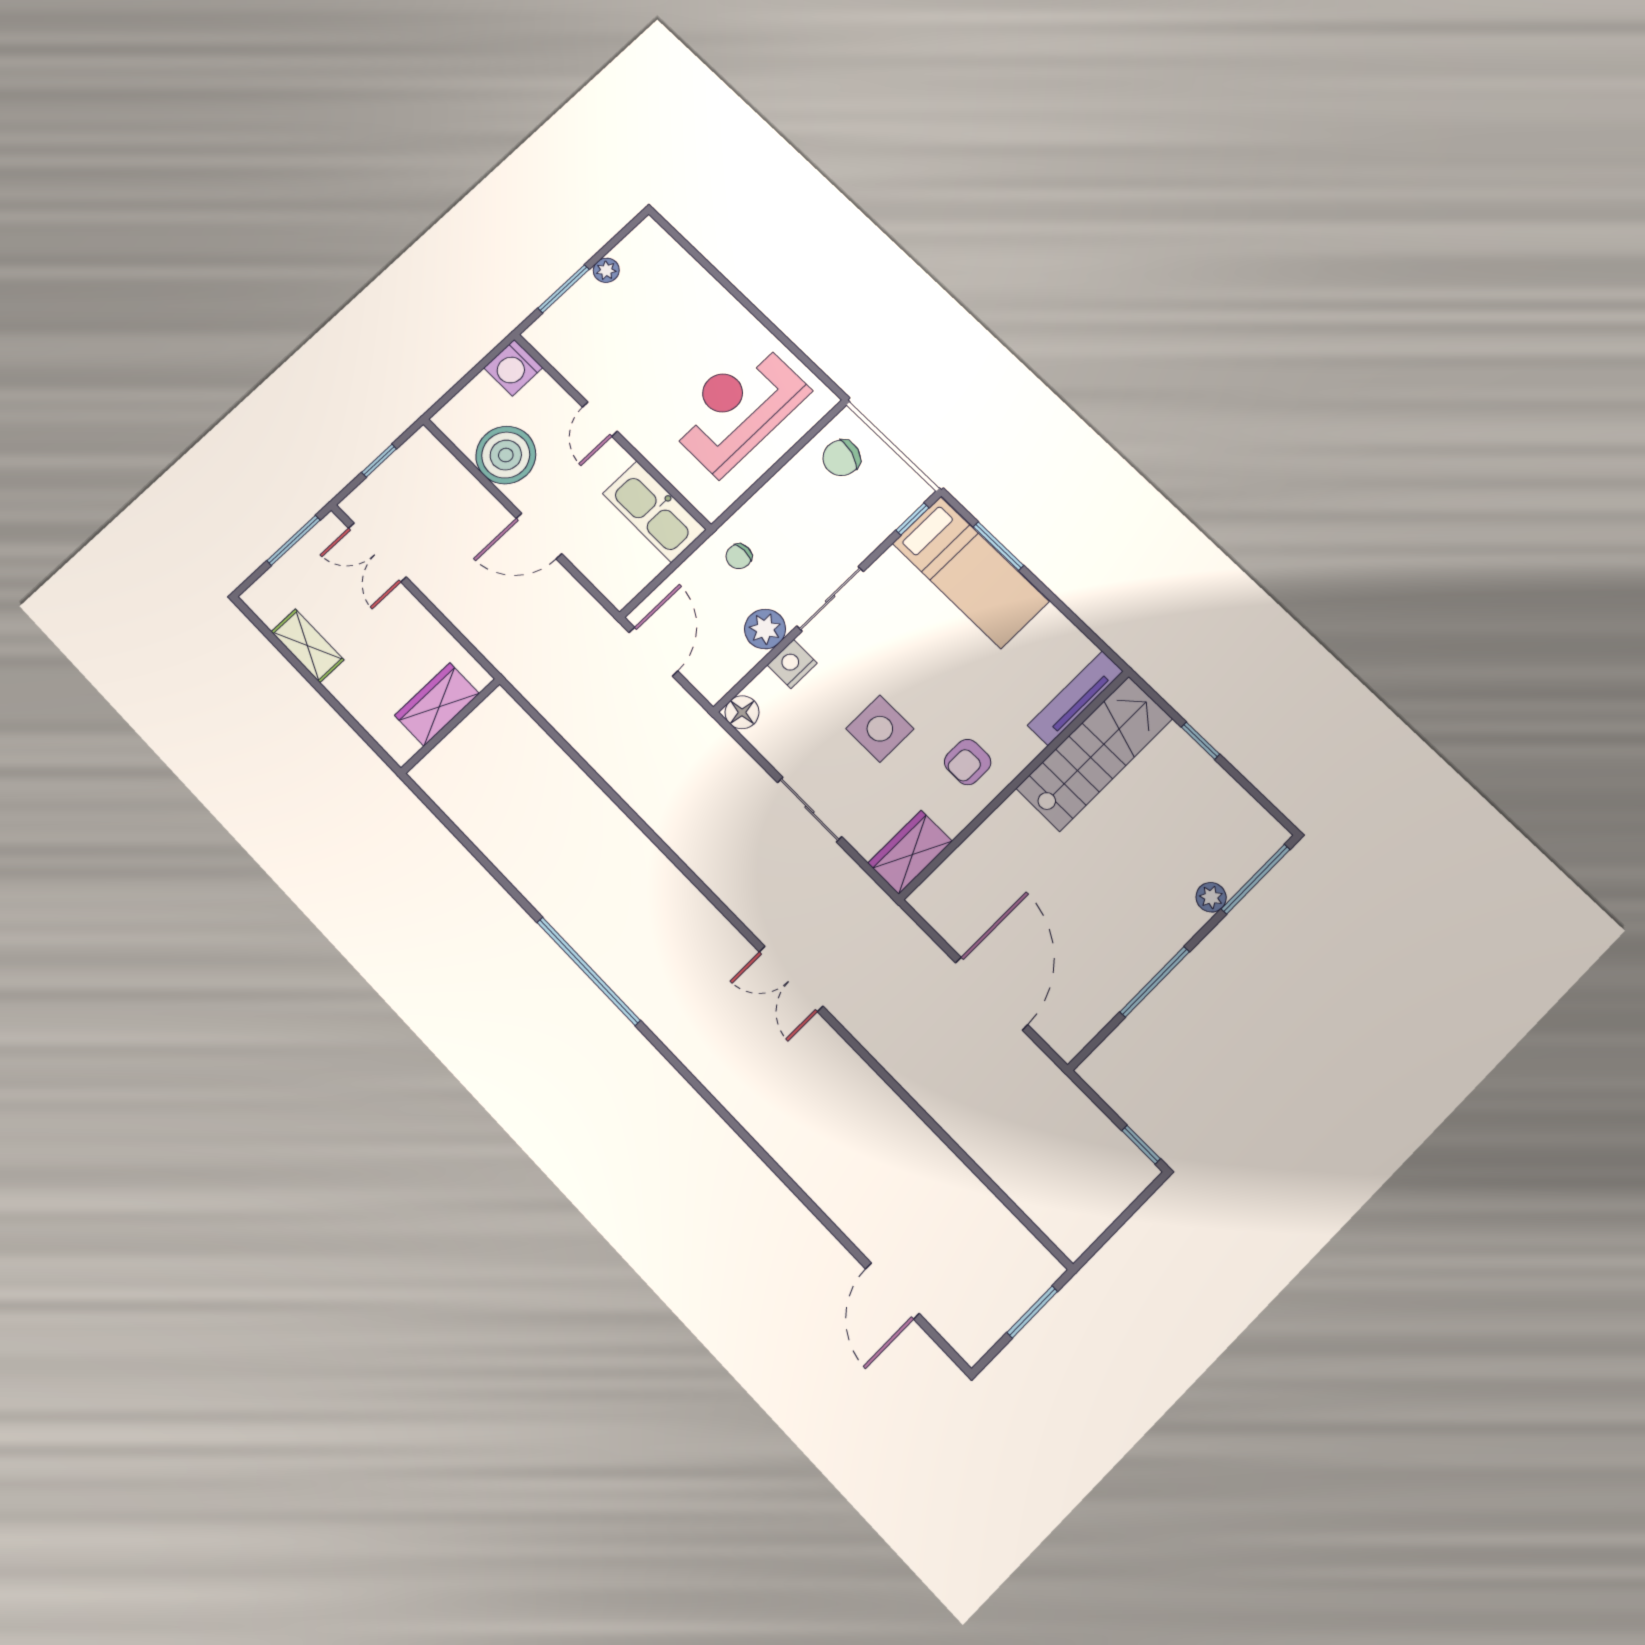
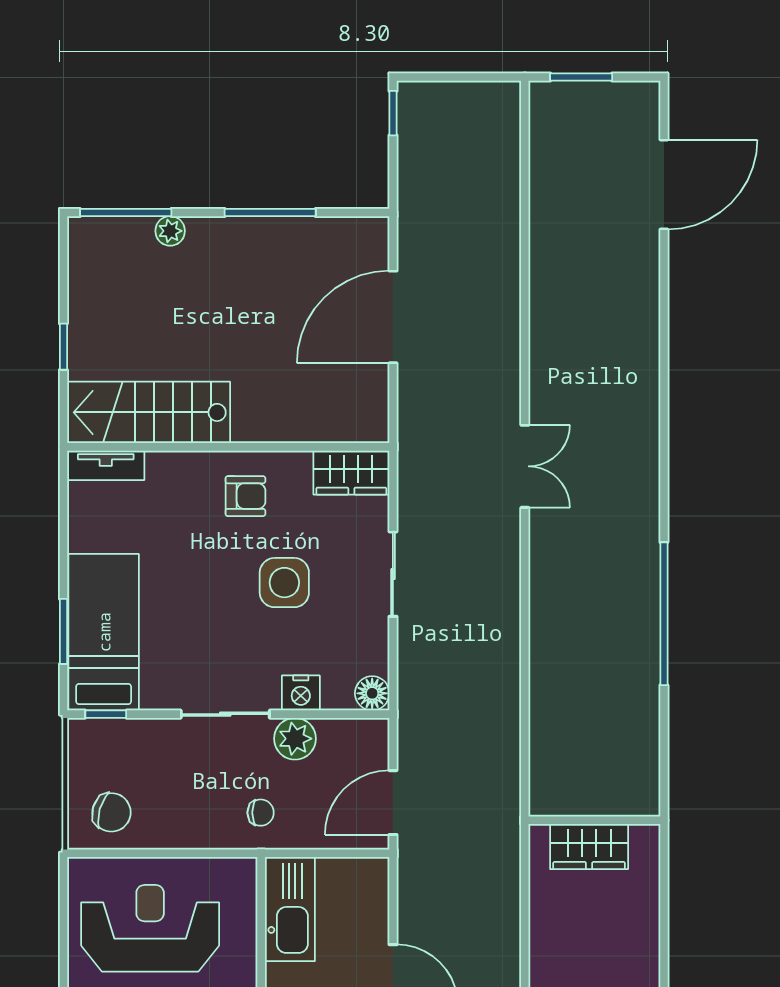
reception desk: (738, 408) -> (150, 928), turned 180
tv unit: (1075, 698) -> (106, 465), width x0.71
wardrobe: (437, 704) -> (589, 847), moved
wall: (450, 726) -> (594, 820), moved
door: (892, 1291) -> (664, 184), width x1.36

